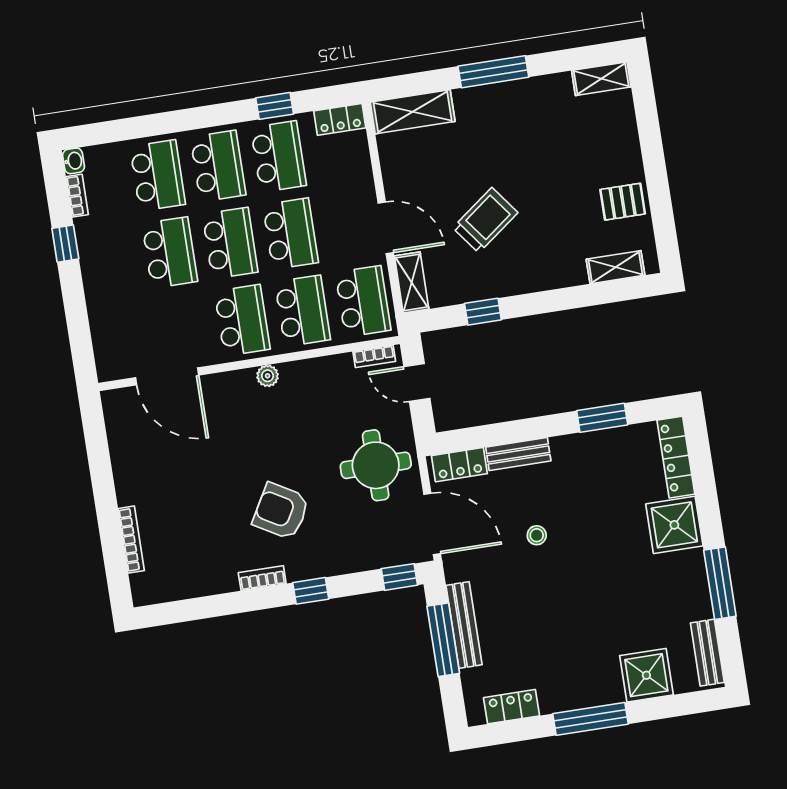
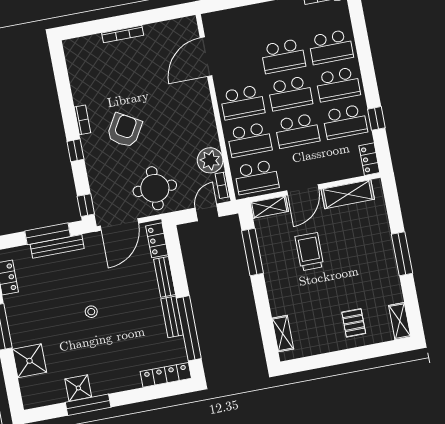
shelving: (413, 112) -> (348, 194), moved, turned 90
pallet: (623, 202) -> (354, 323), moved
trolley: (485, 220) -> (309, 252), turned -143
window: (483, 312) -> (252, 252), width x2.17
plant: (268, 376) -> (210, 160), moved, width x1.88, depth x1.88
window: (602, 418) -> (189, 328), width x2.11
shower: (674, 525) -> (78, 388), moved, width x0.73, depth x0.73
stool: (537, 535) -> (91, 312), moved
bookcase: (131, 540) -> (123, 34), moved
bench: (707, 653) -> (172, 317), moved, turned 90

